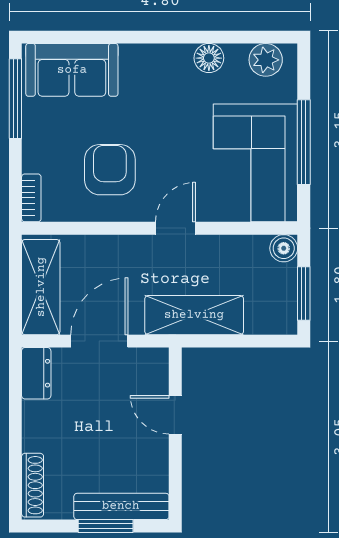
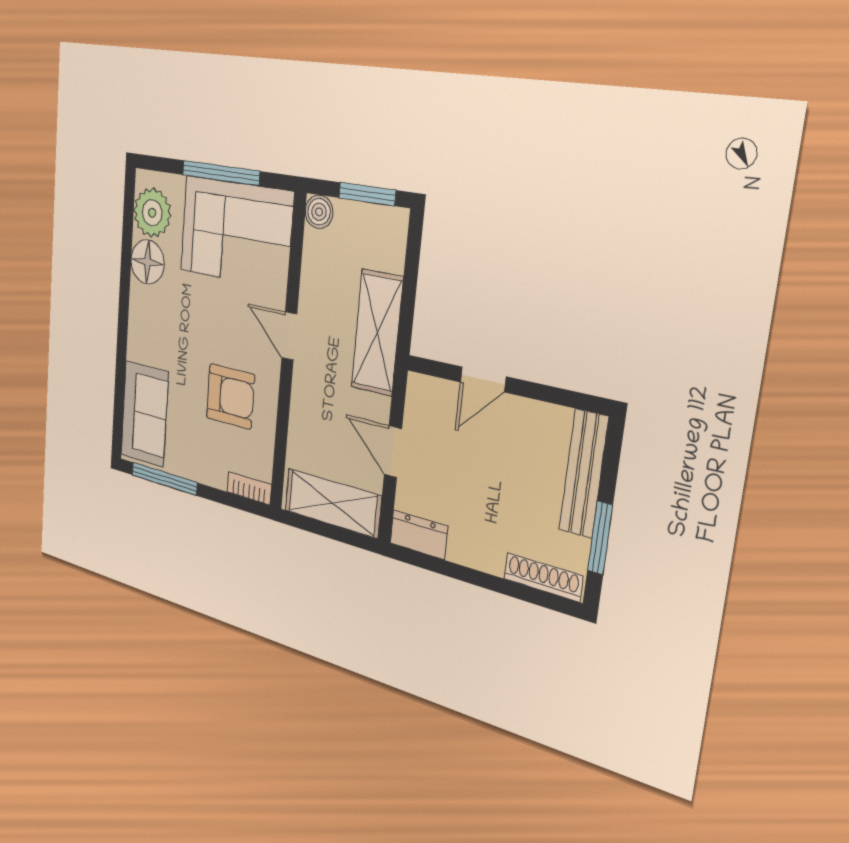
floor lamp: (209, 58) -> (148, 262), width x1.38, depth x1.38
plant: (266, 60) -> (152, 213), width x1.36, depth x1.36
armchair: (110, 170) -> (230, 396), turned 180
door: (99, 341) -> (393, 452), width x0.73
window: (106, 526) -> (600, 538), moved

